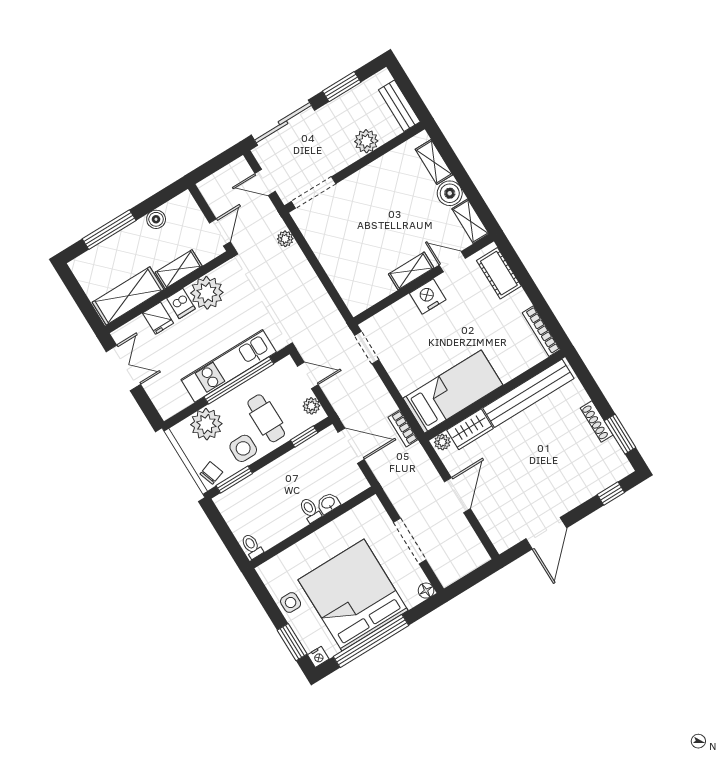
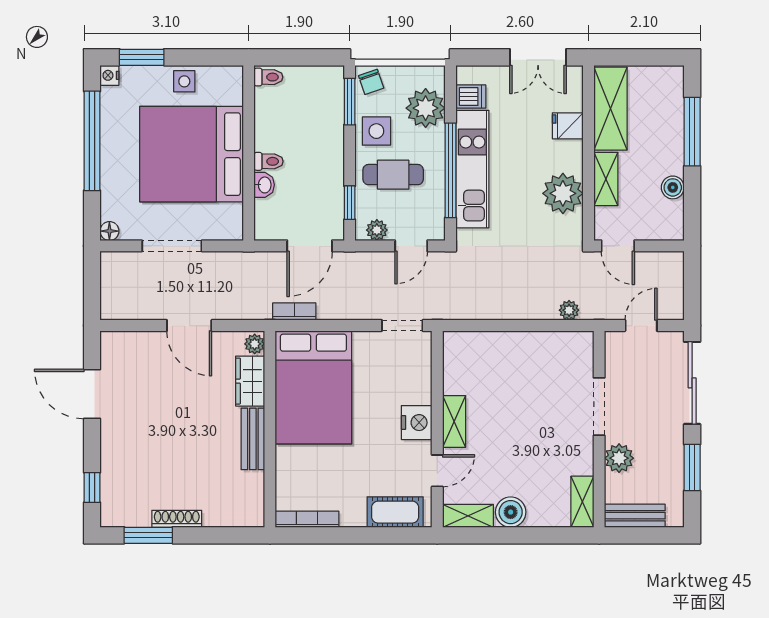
shelving: (434, 162) -> (582, 502), moved, turned 90
doorway: (314, 193) -> (599, 407), moved
dishwasher: (181, 304) -> (471, 97), moved, turned 180
bed: (453, 392) -> (313, 387), width x1.50
bench: (528, 393) -> (253, 439), width x0.54, depth x0.82
bed: (353, 595) -> (192, 154), moved, turned 180

